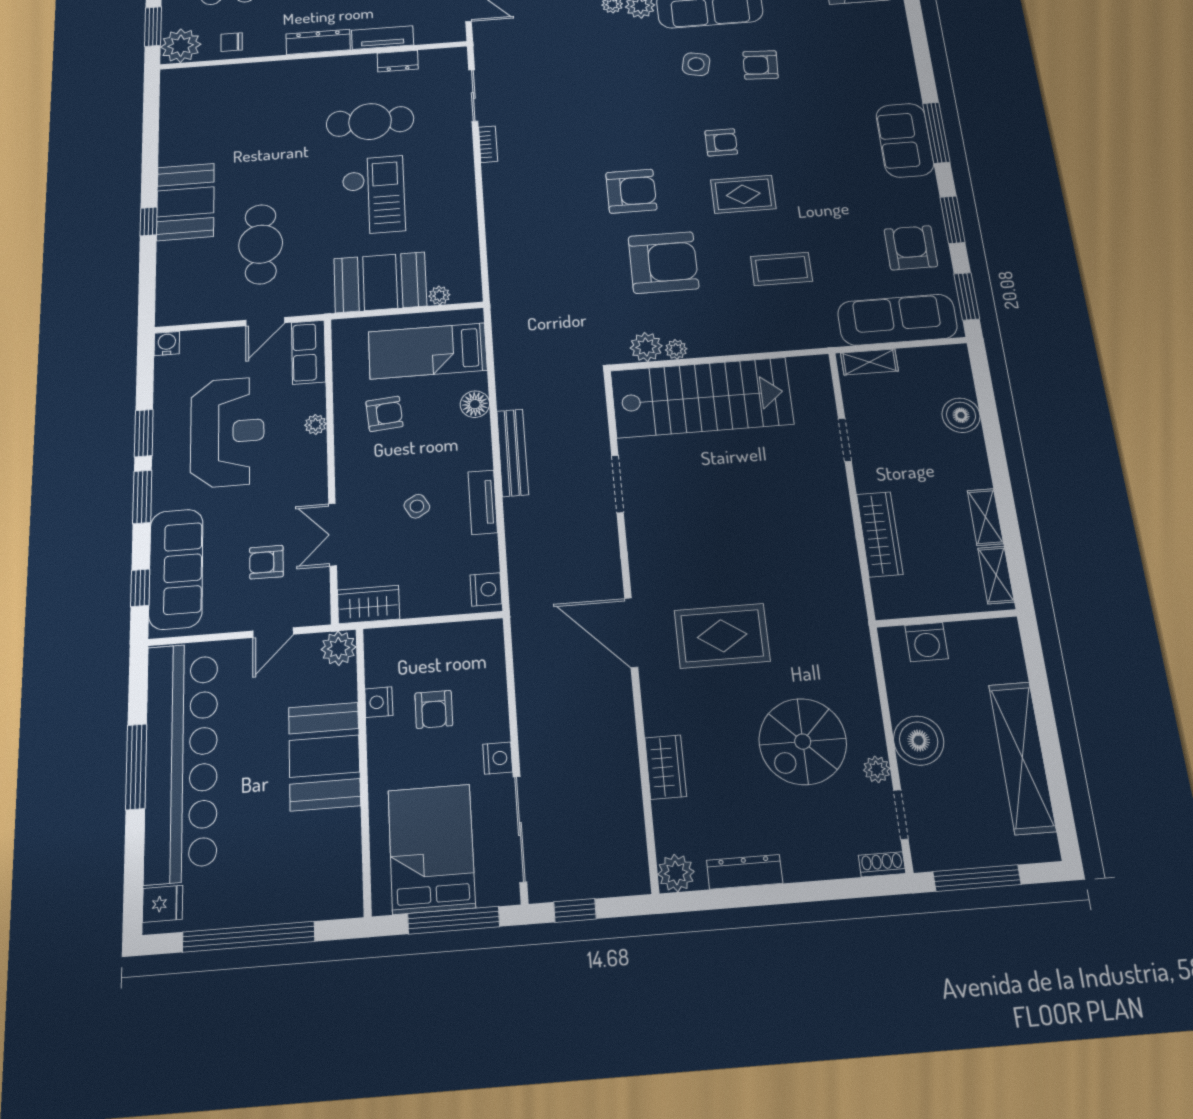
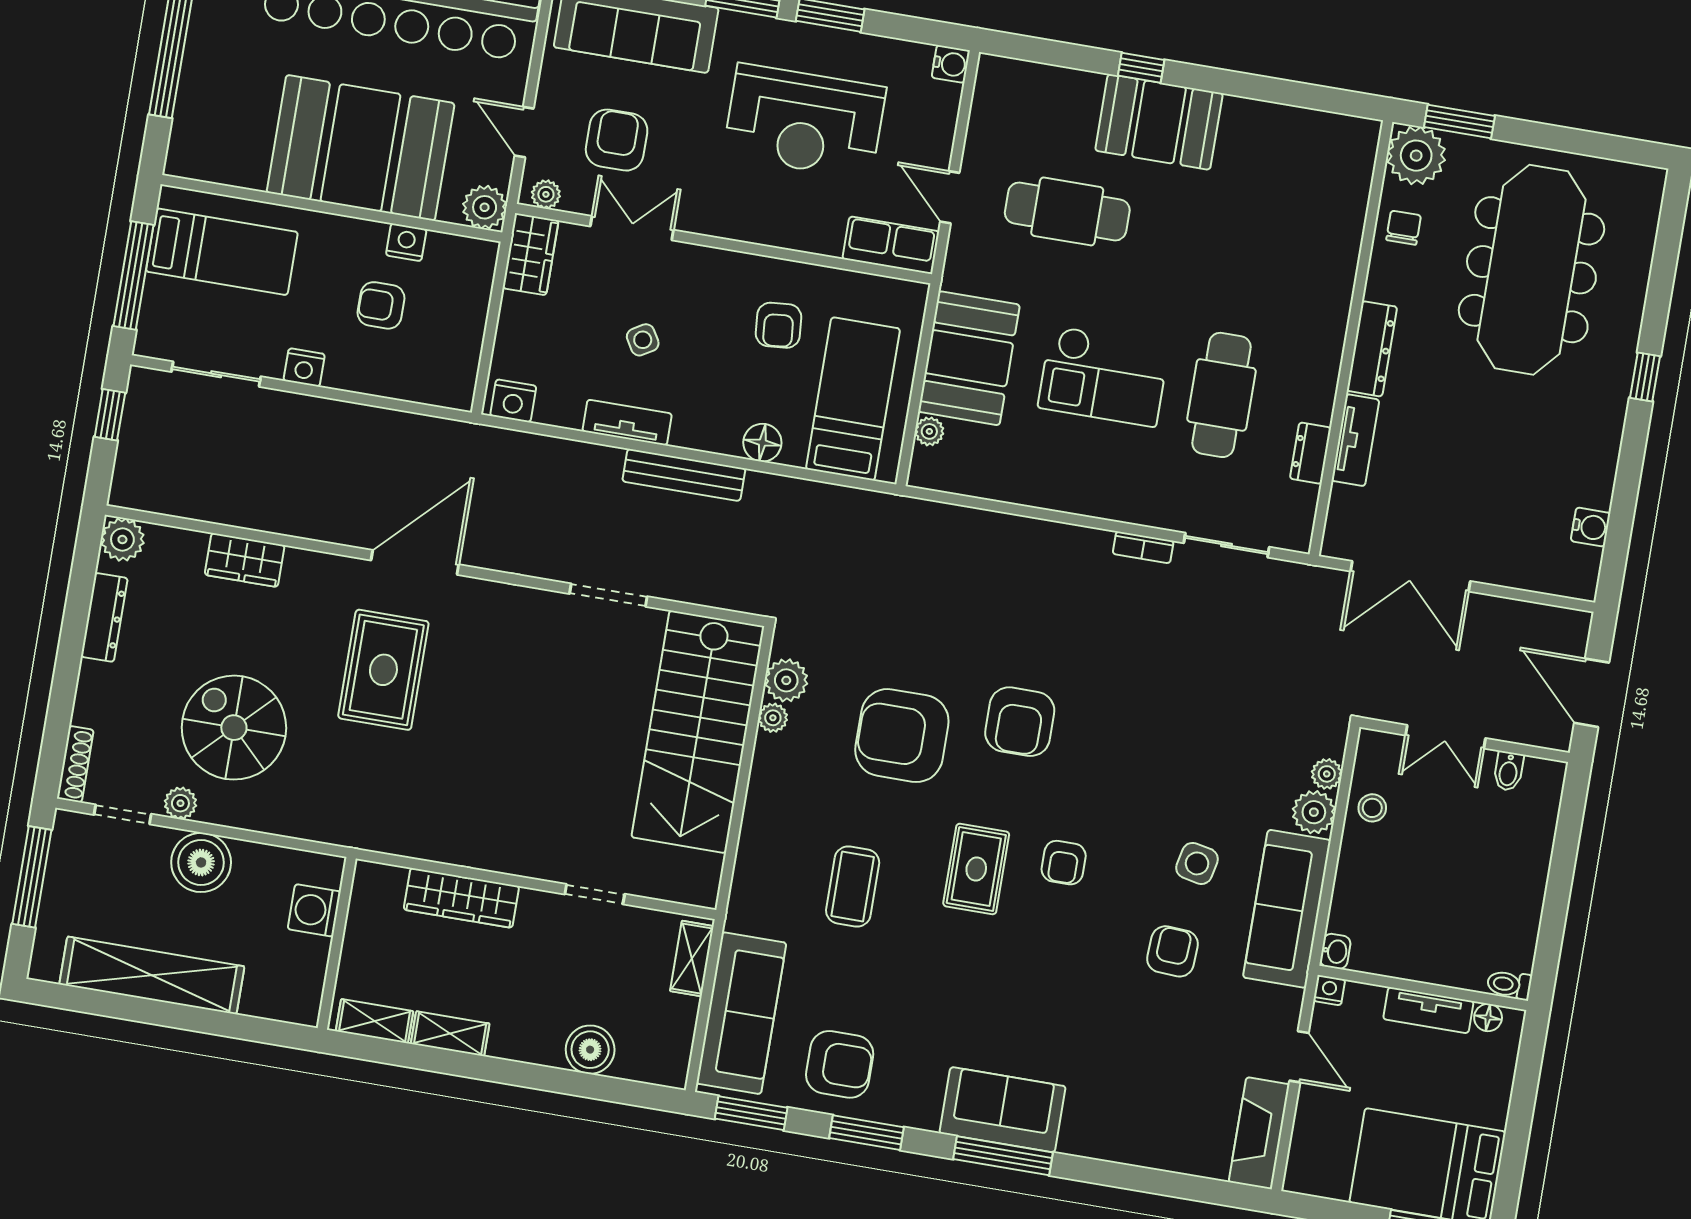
armchair: (663, 262) -> (902, 736), turned 90
plant: (315, 424) -> (546, 194), moved
armchair: (266, 562) -> (617, 140), width x1.38, depth x1.38
booth: (324, 756) -> (361, 148), width x1.36, depth x1.42
sliding door: (520, 829) -> (216, 374), width x0.73
bed: (431, 849) -> (222, 252), width x0.67
shoe rack: (882, 864) -> (75, 764), width x1.43

